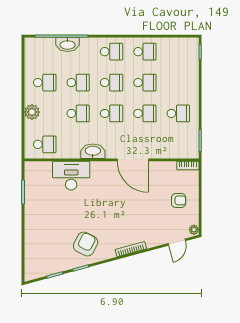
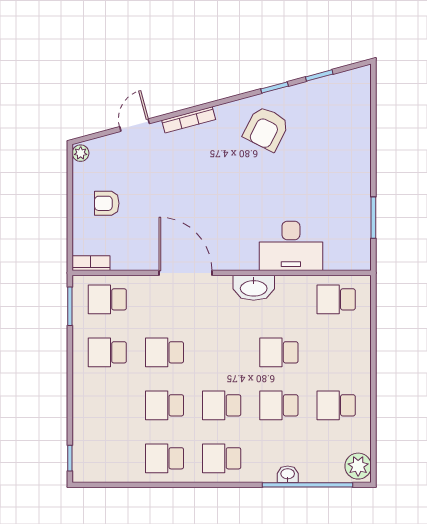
washbasin: (68, 45) -> (288, 474), width x0.52, depth x0.69
plant: (32, 112) -> (358, 466), moved
school desk: (112, 113) -> (107, 299), moved
door: (177, 242) -> (135, 125), moved

